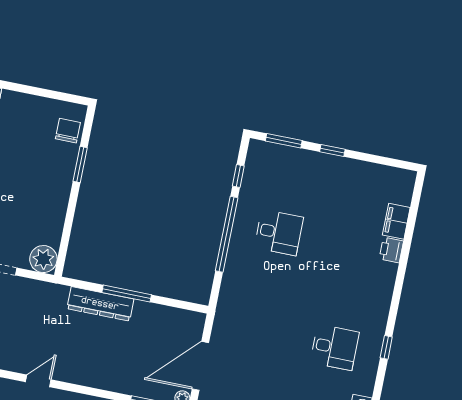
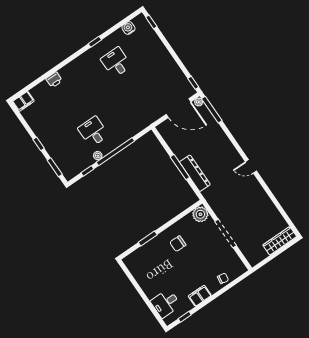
chair: (68, 131) -> (178, 244), moved
plant: (244, 208) -> (98, 156), added
filing cabinet: (396, 221) -> (23, 101), moved

